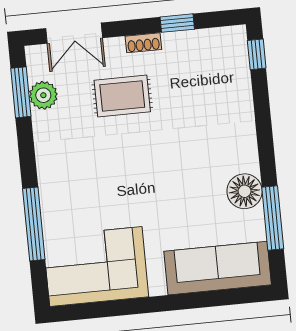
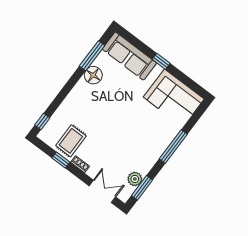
rug: (122, 96) -> (71, 141), moved, turned 90
window: (34, 224) -> (173, 146), moved
window: (164, 303) -> (161, 61), added

